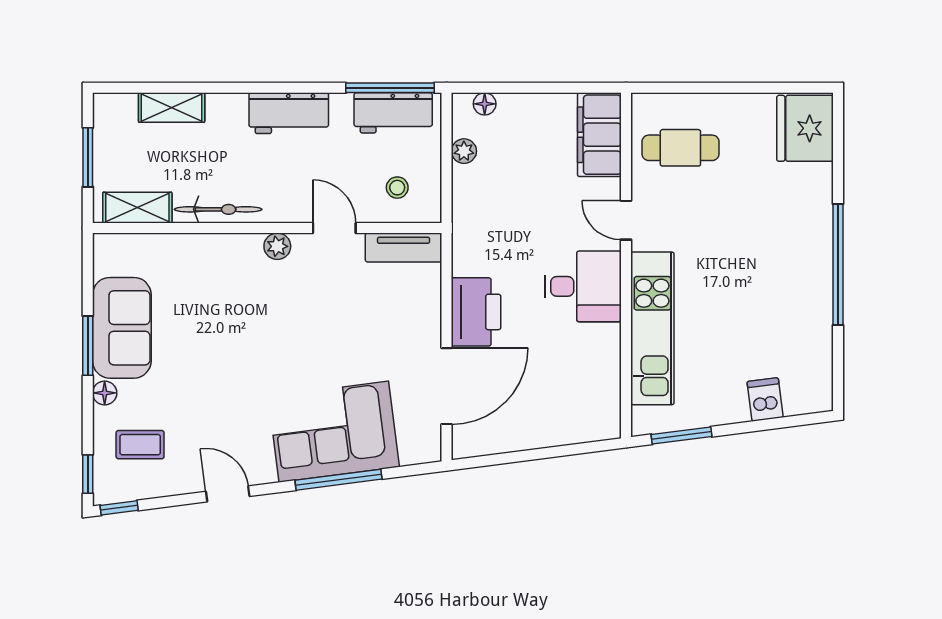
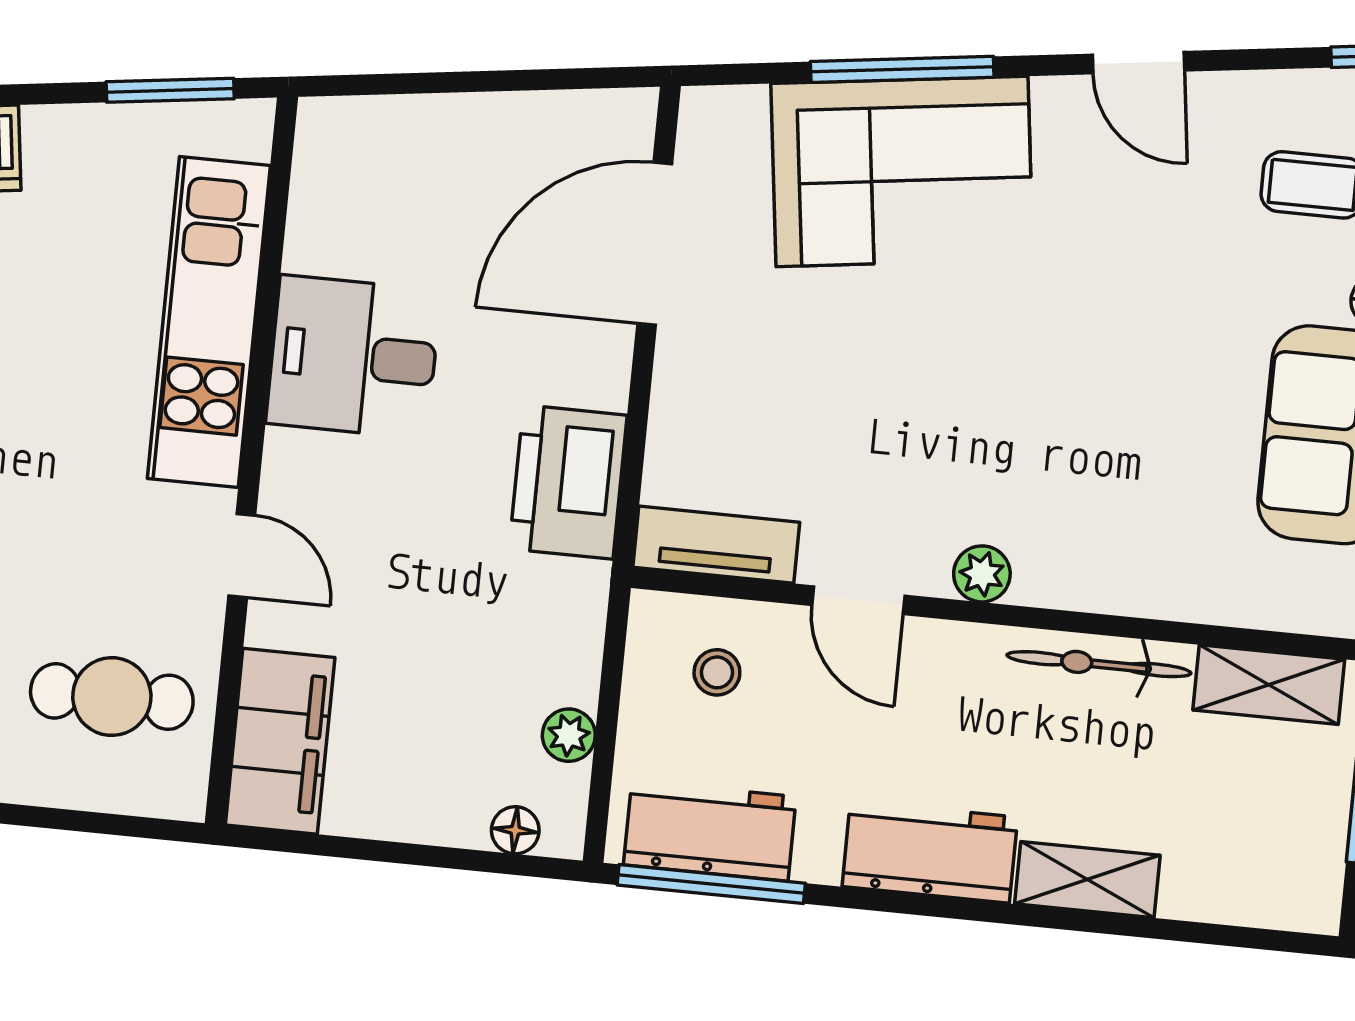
shelving: (172, 108) -> (1087, 880), moved
desk: (583, 286) -> (353, 357), moved
printer: (476, 312) -> (568, 482), moved

